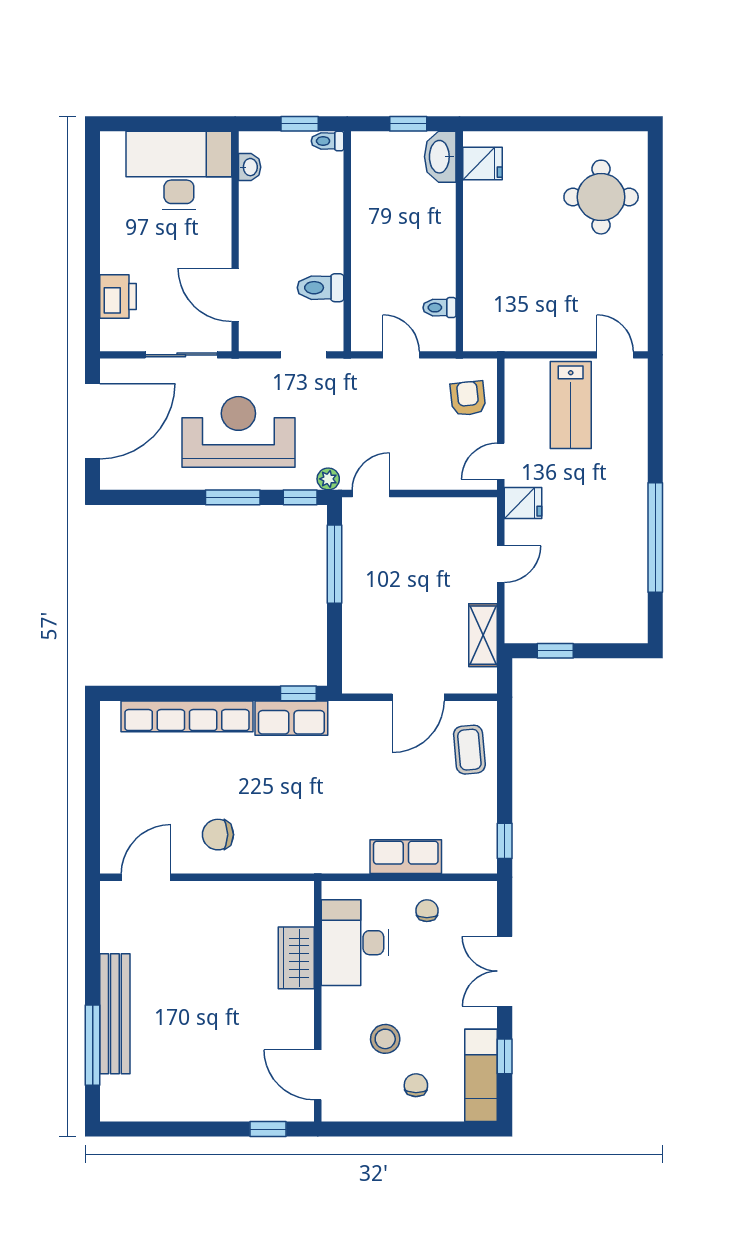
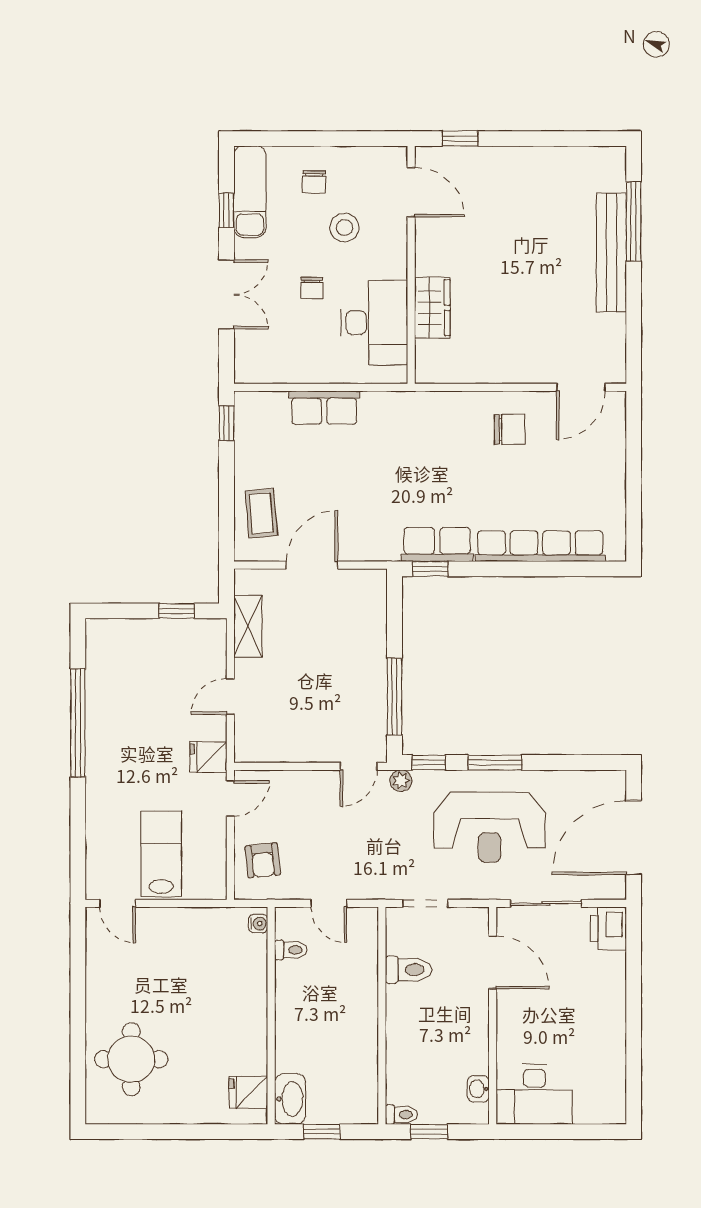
desk: (179, 170) -> (534, 1094), width x0.73, depth x0.77
printer: (118, 296) -> (608, 928), moved
water cooler: (473, 334) -> (258, 924), added
chair: (427, 911) -> (312, 288), moved

